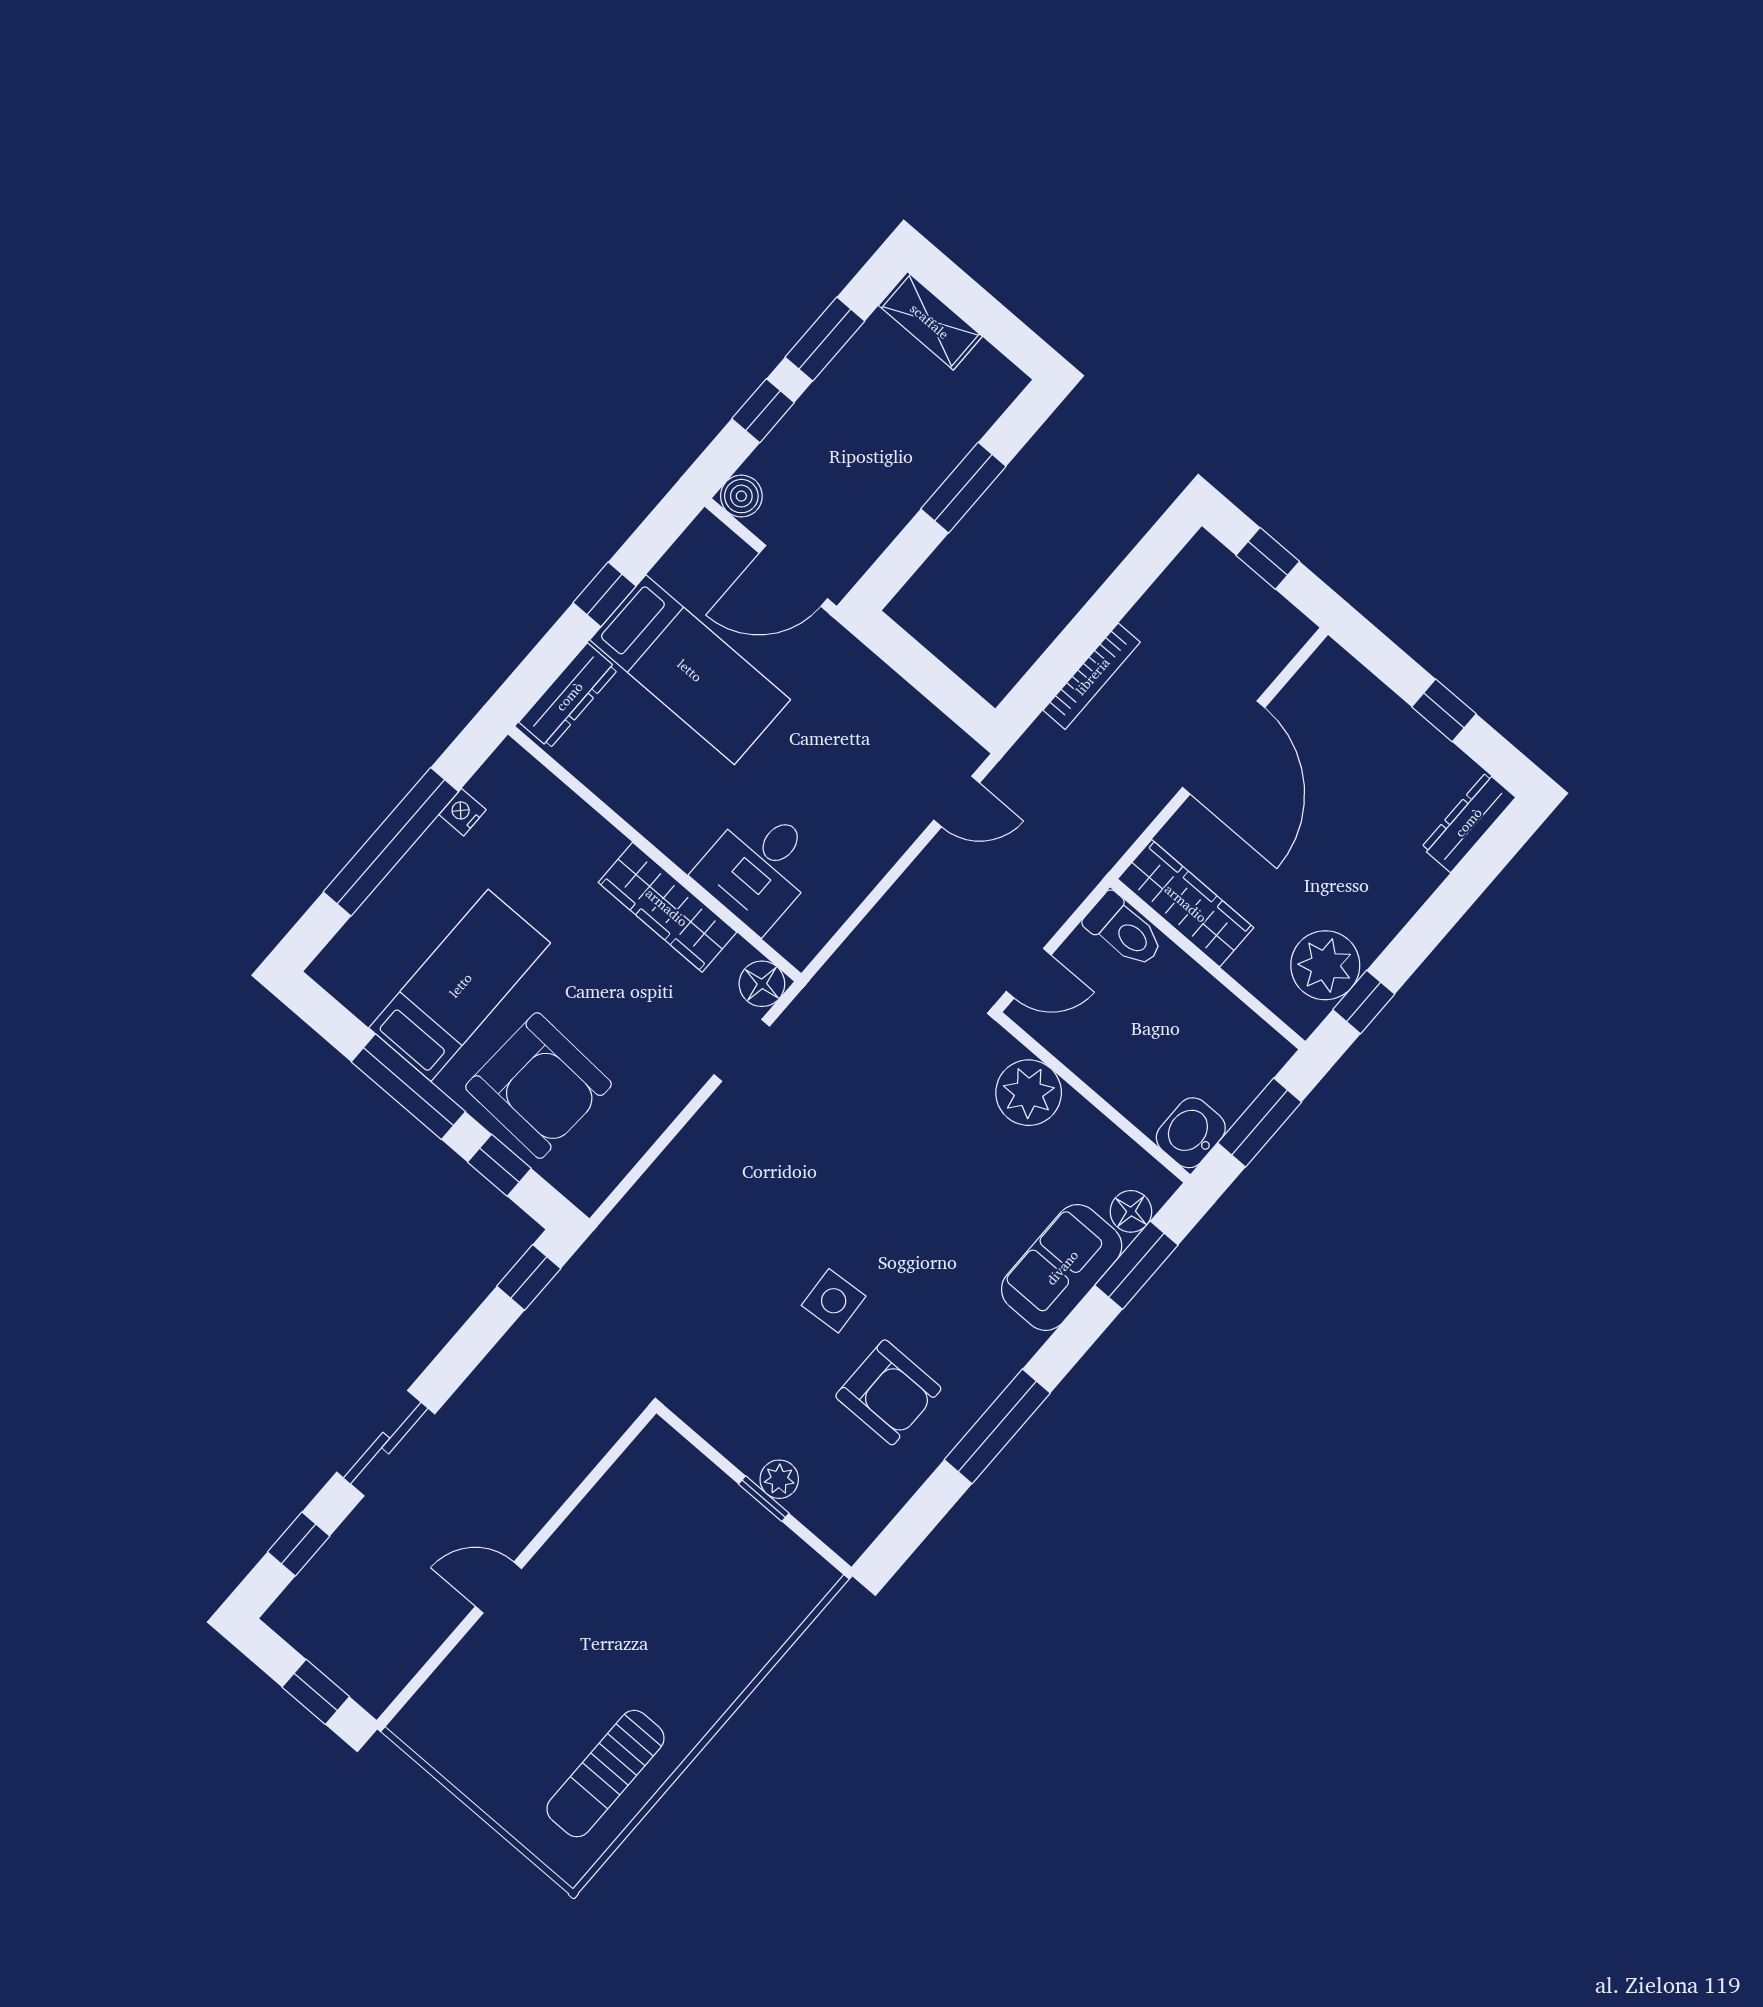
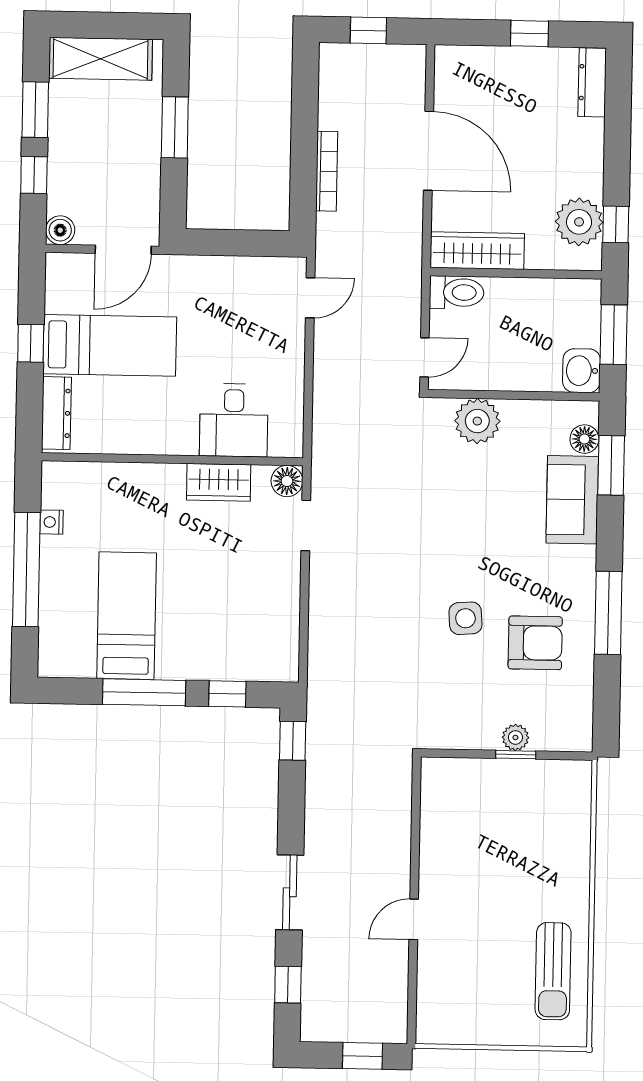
shelving: (930, 321) -> (101, 59), width x1.50, depth x1.33
wardrobe: (667, 907) -> (219, 482), width x0.67
armchair: (538, 1086) -> (213, 634), removed

